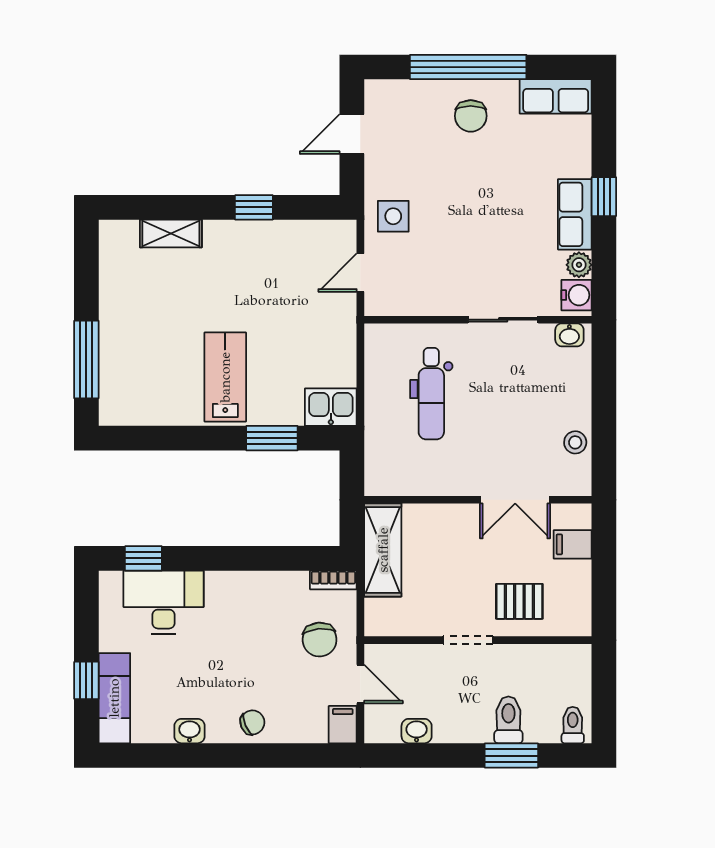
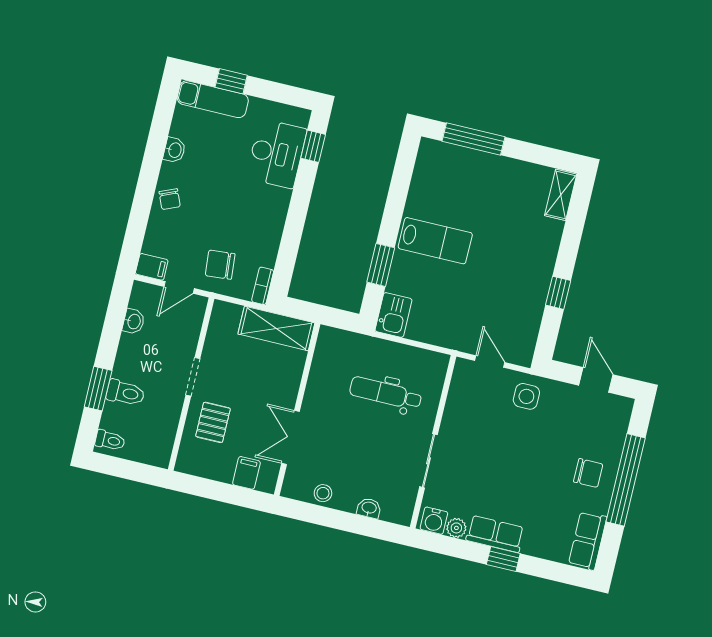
chair: (471, 116) -> (588, 473), turned 180
shelving: (171, 234) -> (561, 195), moved
washbasin: (569, 335) -> (369, 508), moved, turned 90

